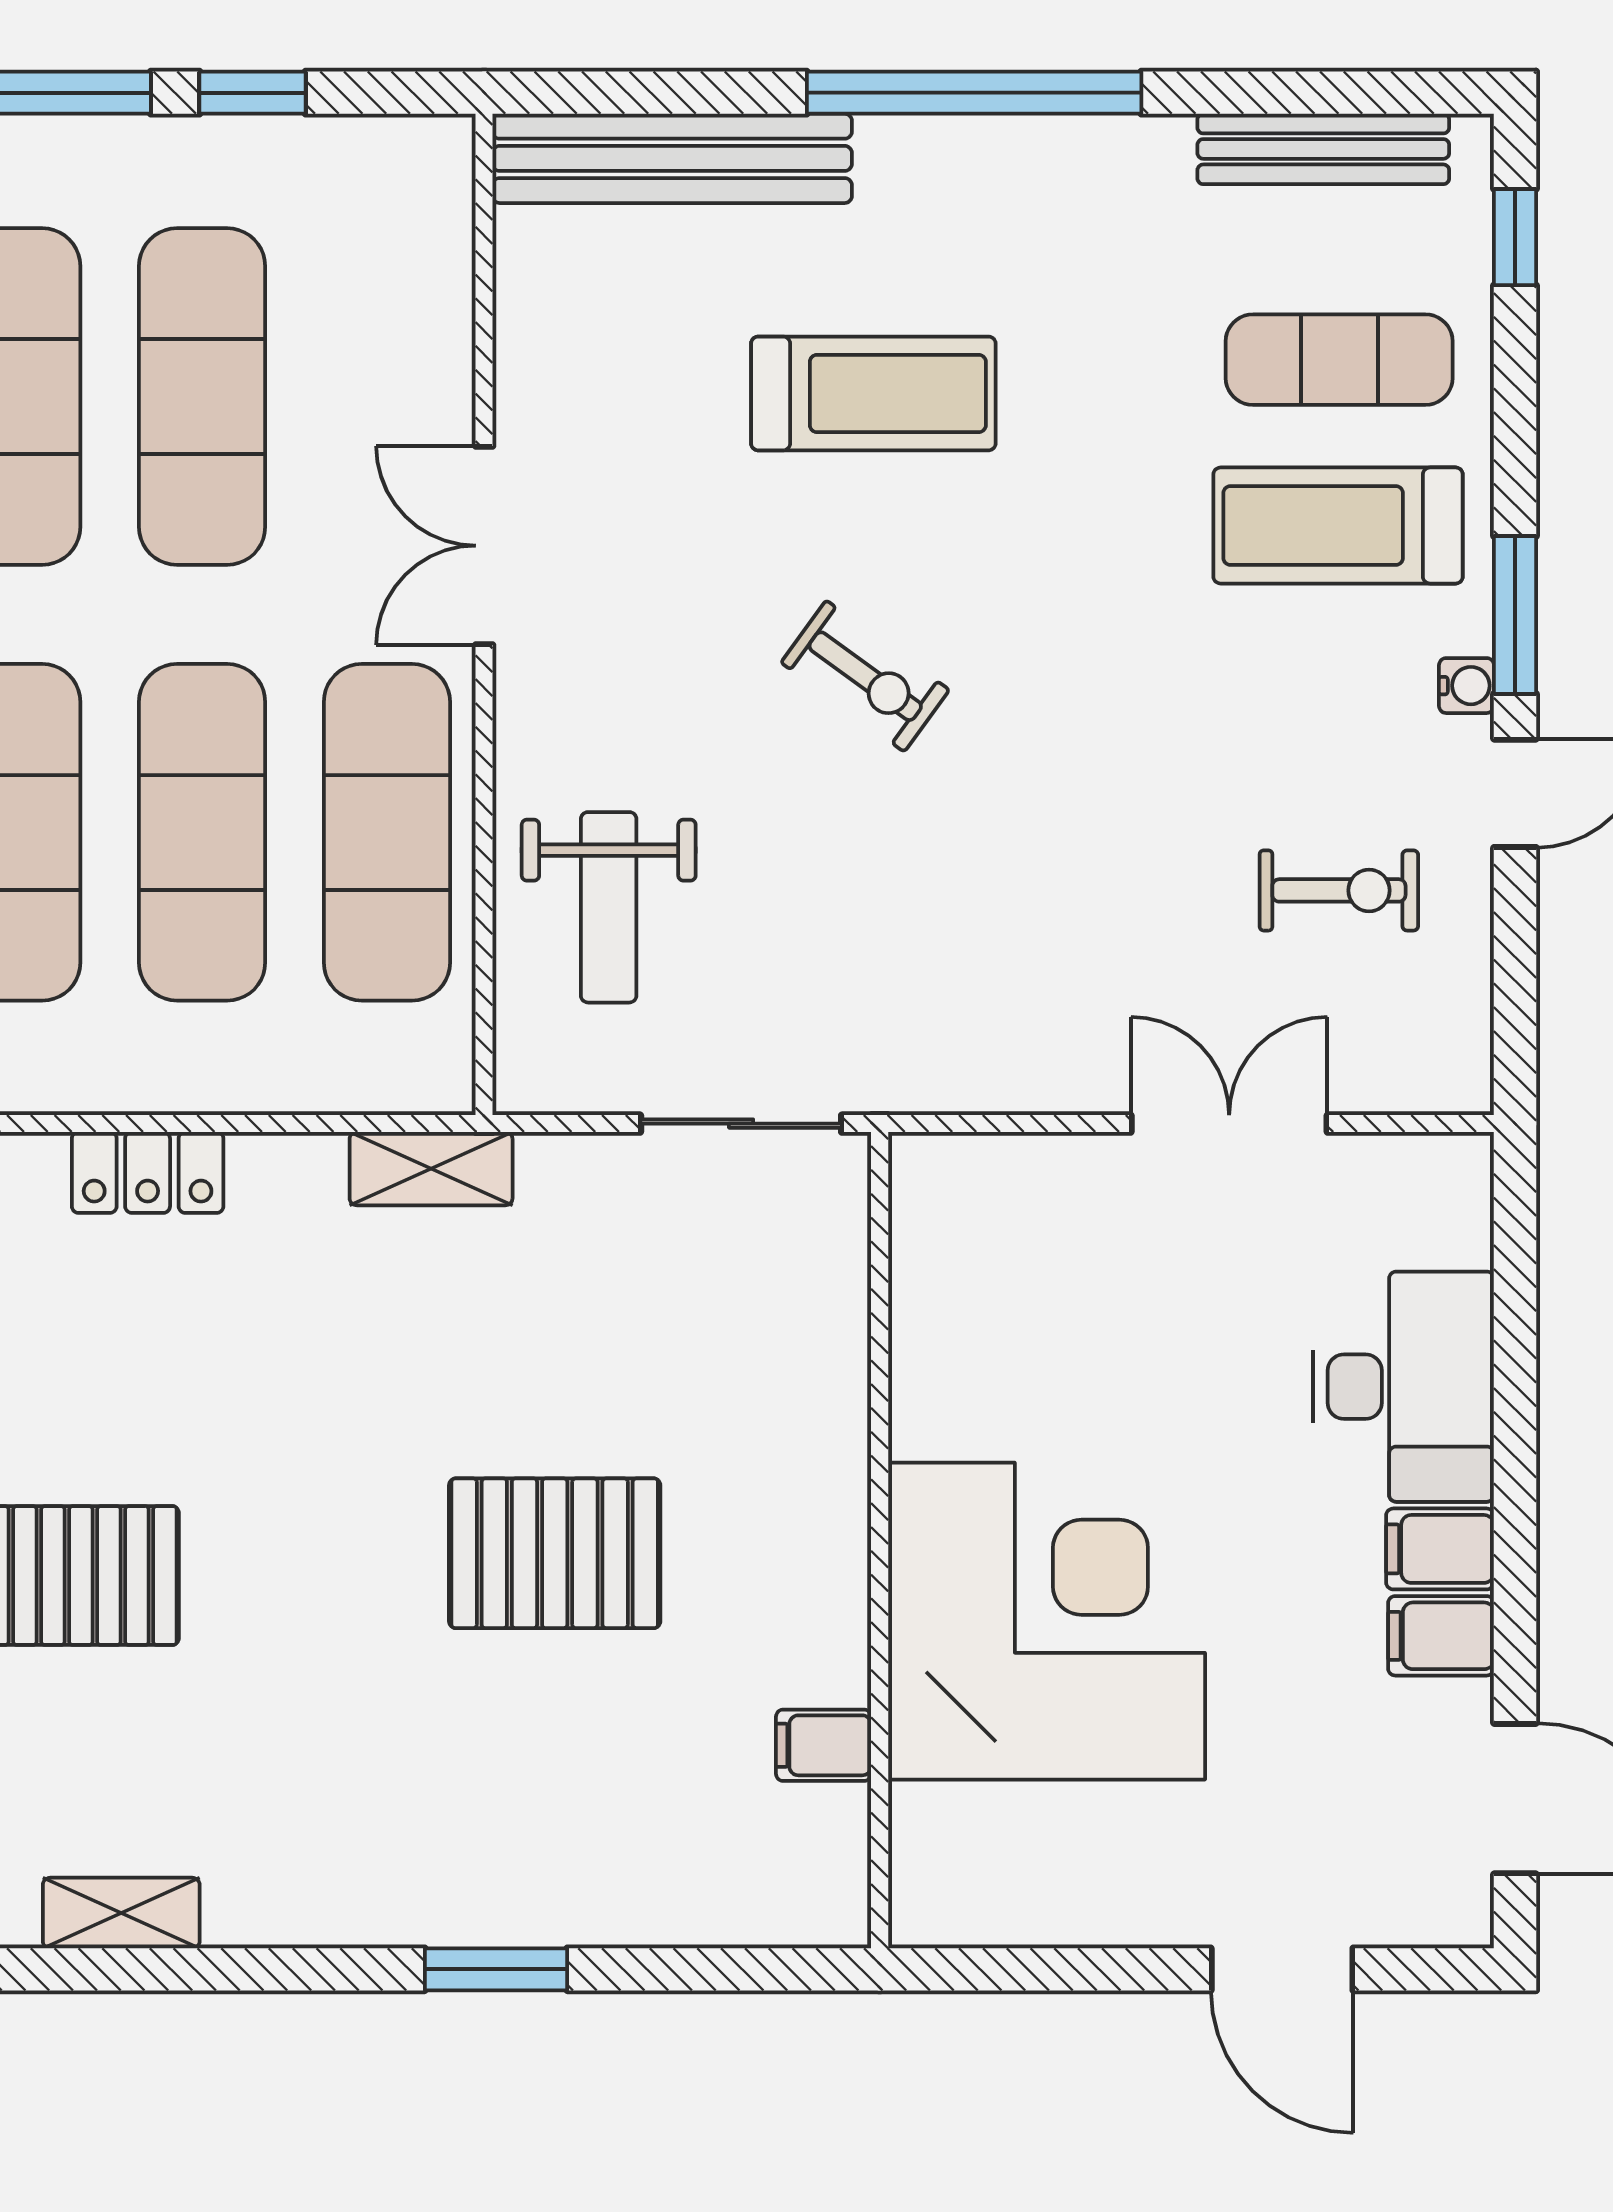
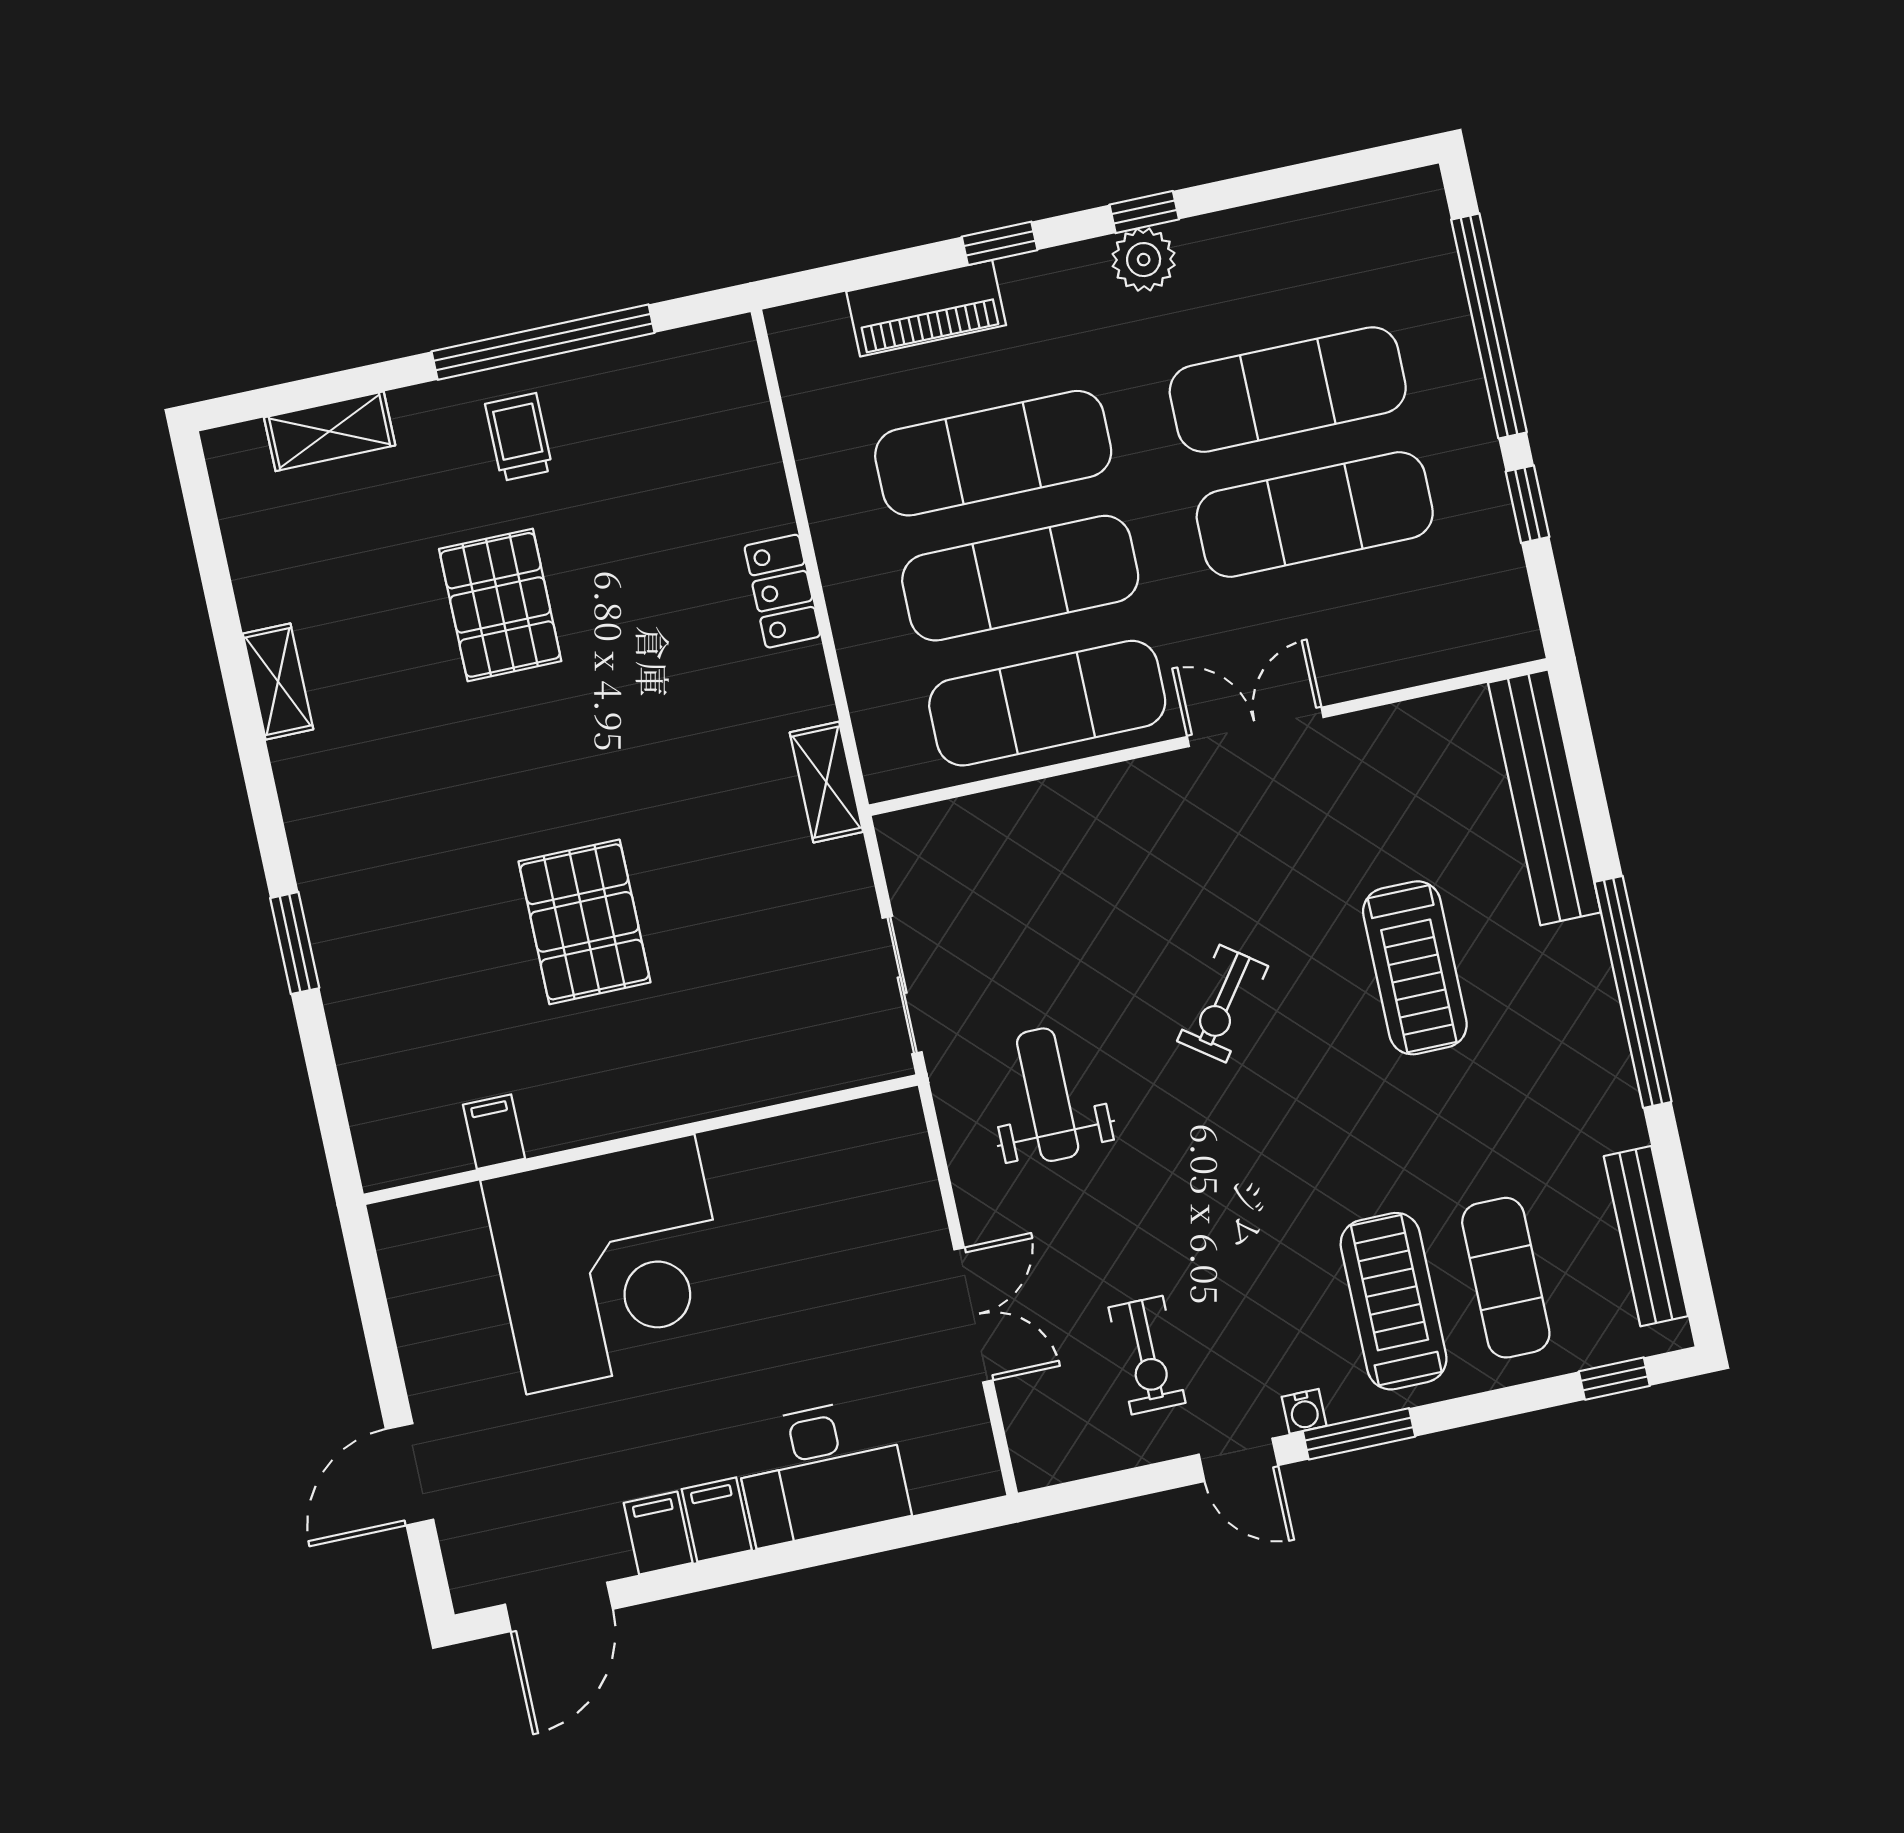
weight bench: (609, 907) -> (1048, 1095), moved, turned 90

